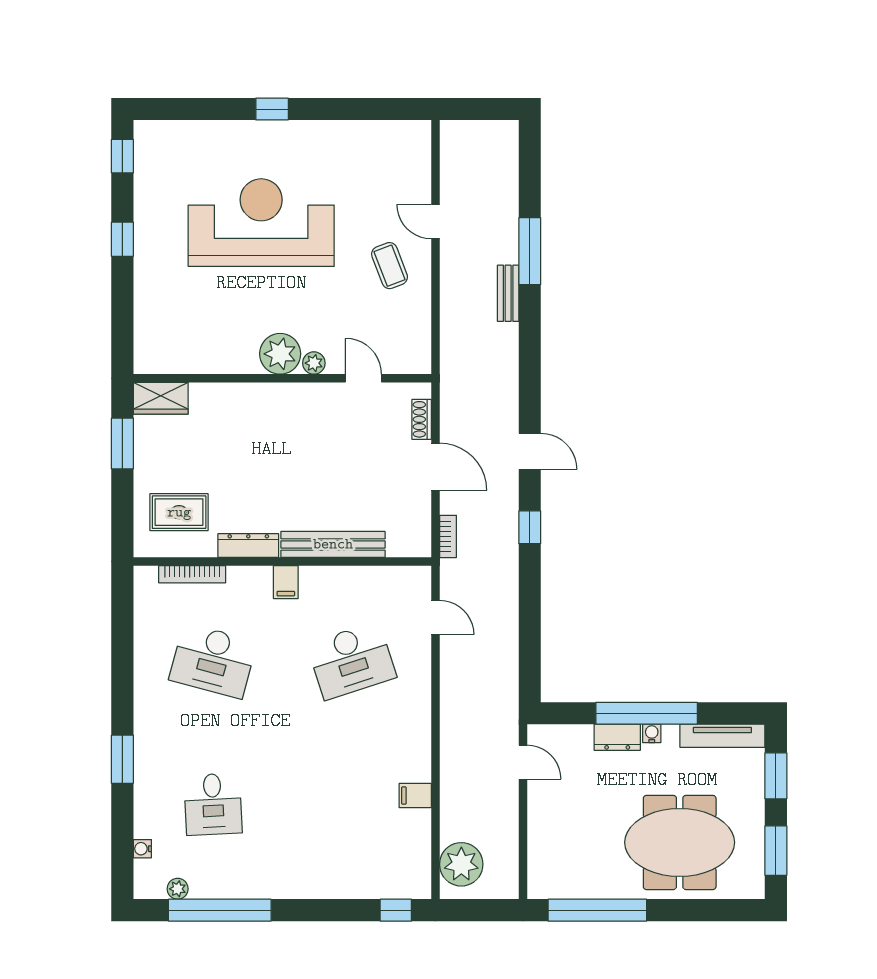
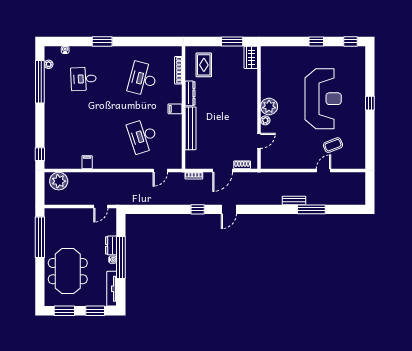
coffee table: (390, 266) -> (333, 145), moved

